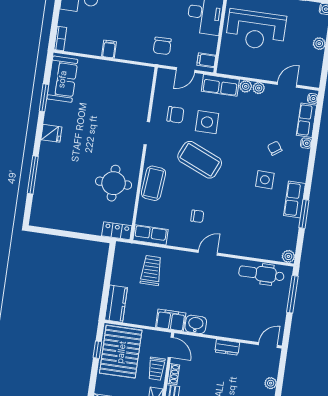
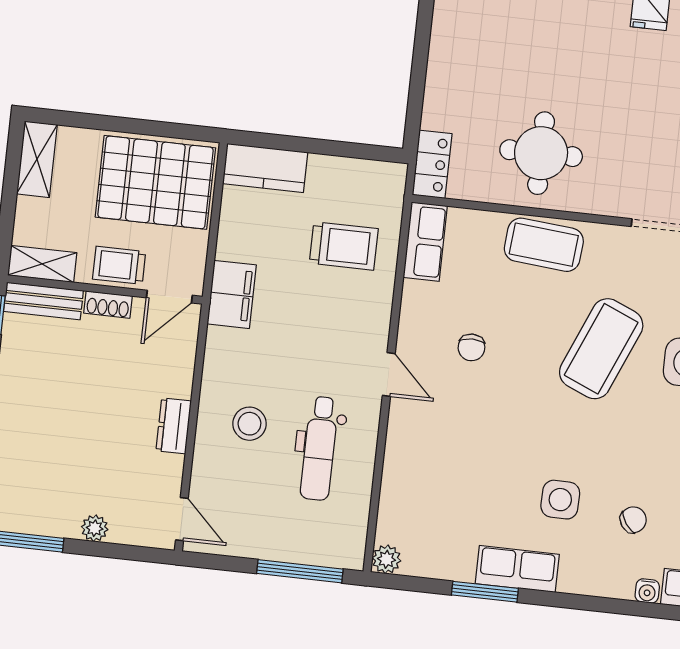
dental chair: (261, 274) -> (319, 448), moved, turned 180
stool: (227, 314) -> (249, 424), added
washbasin: (196, 324) -> (224, 352), removed
window: (97, 350) -> (158, 129), removed

